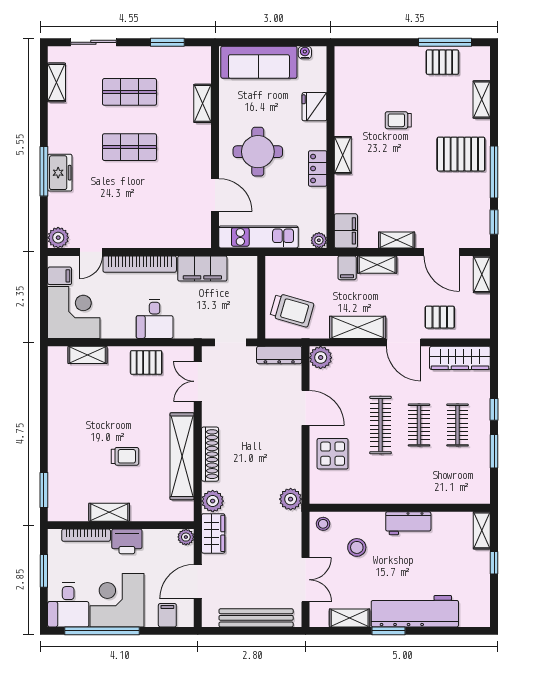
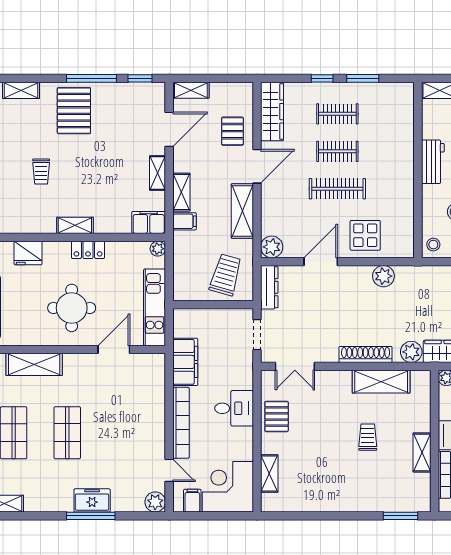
shelving: (203, 103) -> (34, 364), width x1.50, depth x1.33
shelving: (182, 456) -> (381, 382), width x0.68
plant: (291, 499) -> (383, 276), moved

